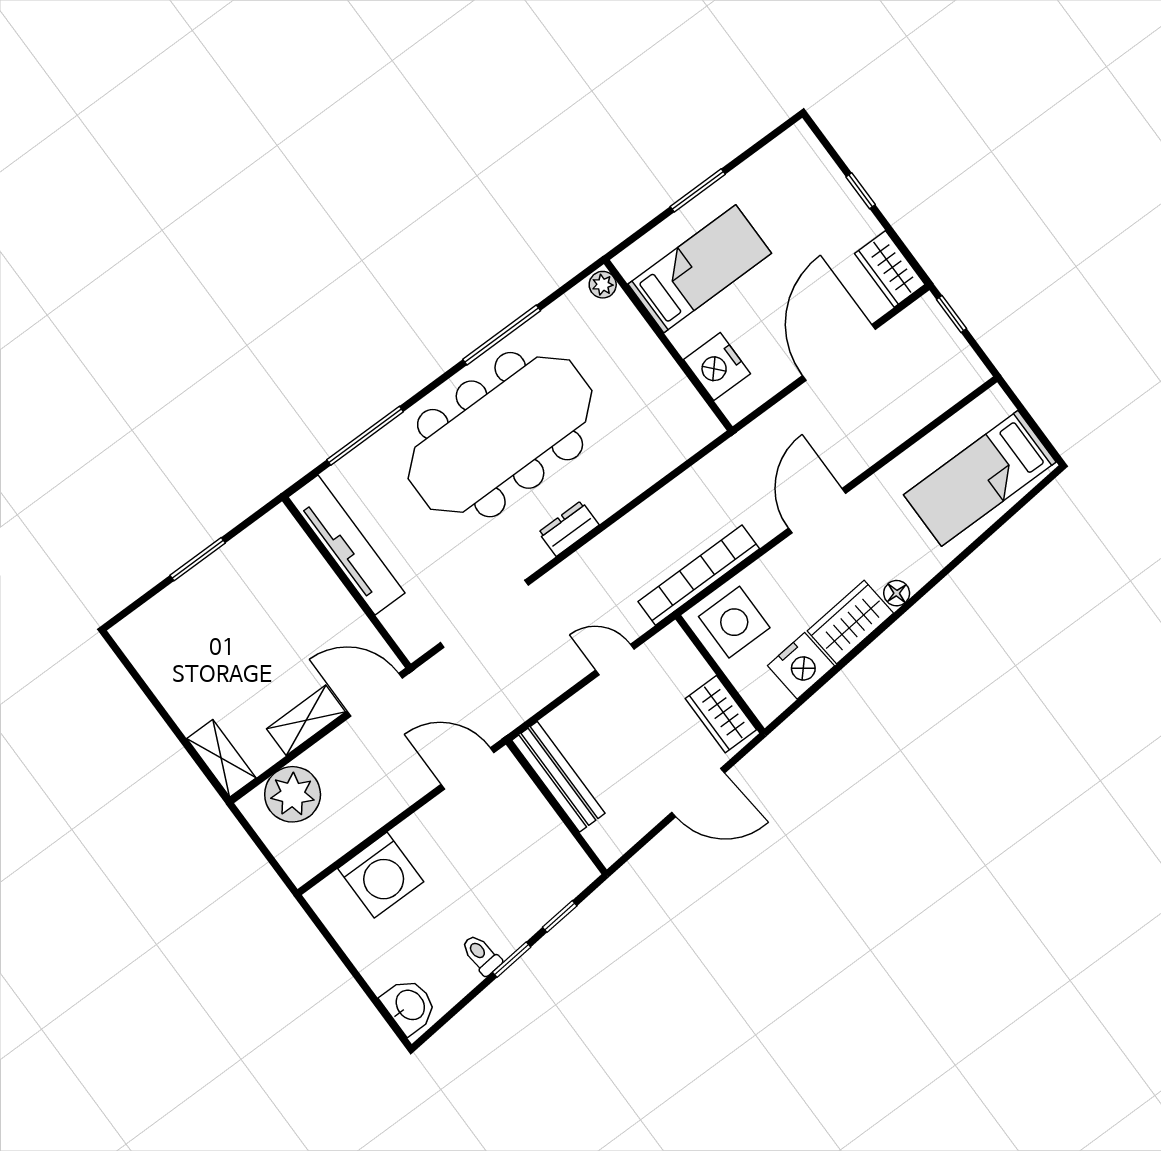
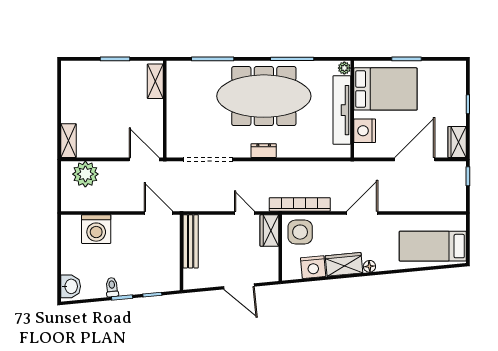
bed: (700, 269) -> (385, 89), width x1.50
tv unit: (346, 545) -> (342, 110), moved, turned 180
wardrobe: (721, 714) -> (269, 230), moved
shelving: (306, 720) -> (155, 81), moved, turned 90

